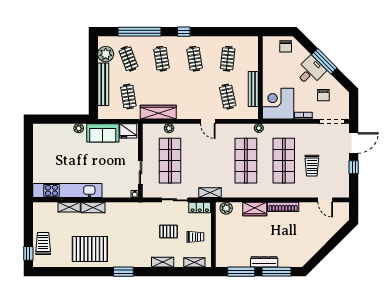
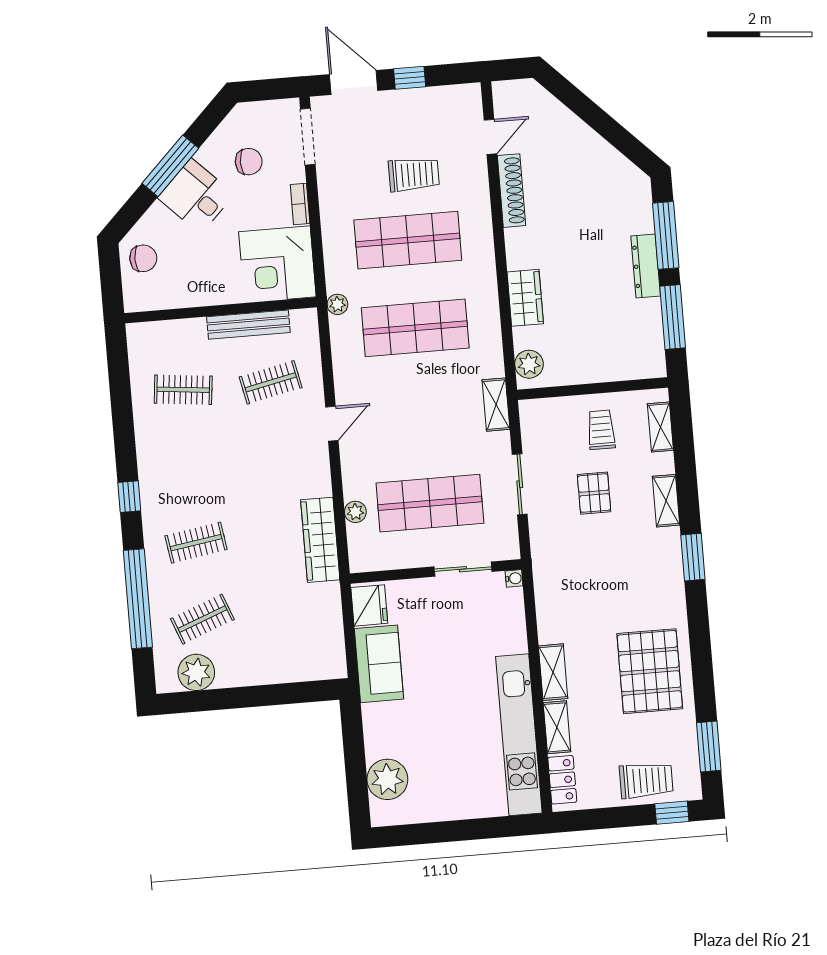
clothes rail: (195, 59) -> (190, 466), removed
bench: (103, 84) -> (266, 672), removed
clothes rail: (128, 97) -> (290, 612), removed
plant: (79, 128) -> (387, 779), moved, width x1.87, depth x1.87
shoe rack: (283, 207) -> (511, 191), moved
locker: (200, 208) -> (562, 780), moved
trolley: (43, 244) -> (646, 780), turned 180
window: (55, 272) -> (709, 747), added
window: (123, 272) -> (693, 557), moved

